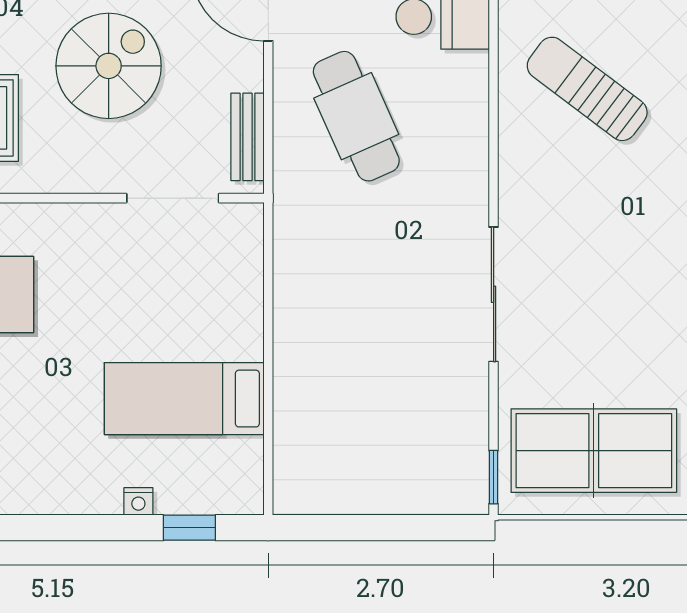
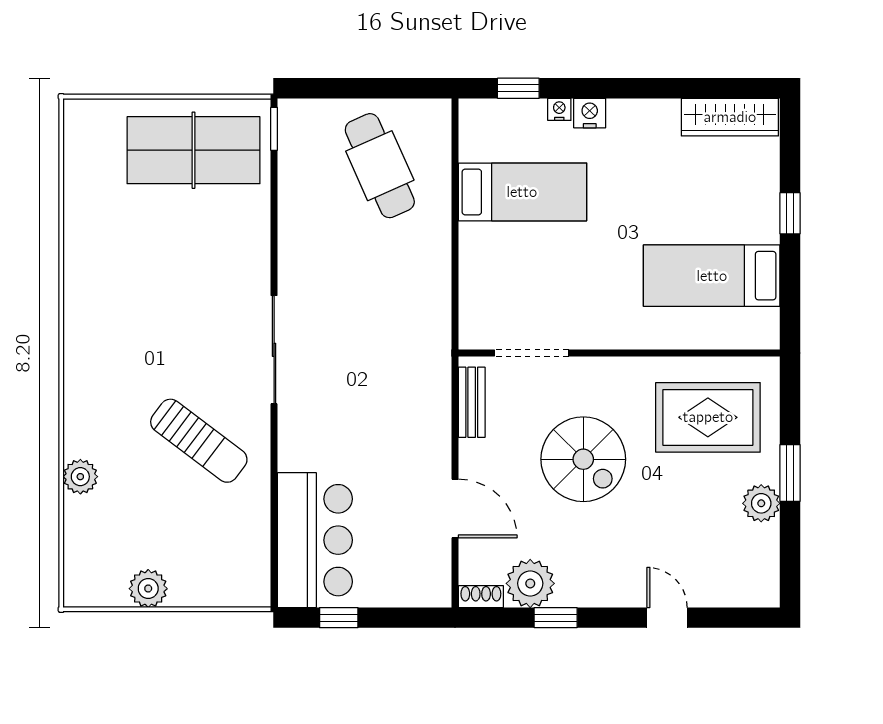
spiral stairs: (109, 66) -> (583, 459), turned -90
cafe table: (356, 116) -> (380, 166), moved
sliding door: (494, 294) -> (274, 350), moved
nightstand: (101, 497) -> (590, 113), added

